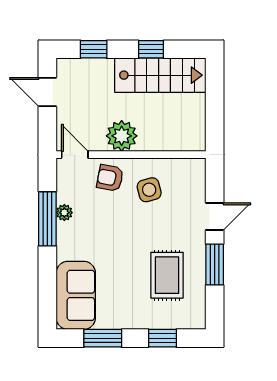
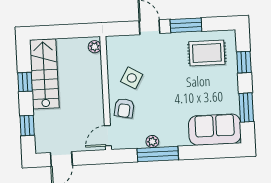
plant: (122, 136) -> (95, 47), moved, width x0.53, depth x0.53
side table: (149, 190) -> (132, 78), turned 45
rug: (167, 275) -> (207, 53), moved

